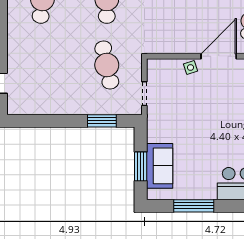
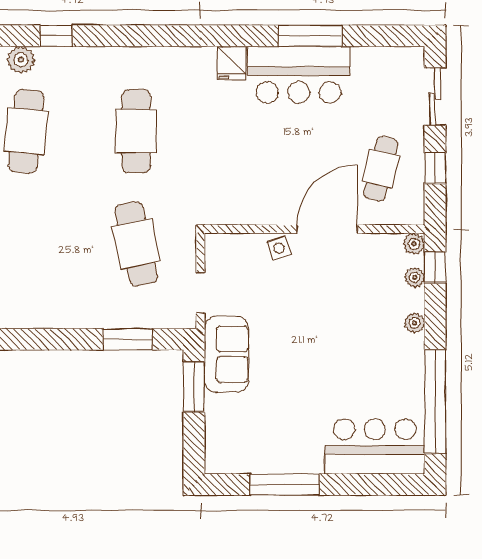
window: (141, 166) -> (194, 387), moved
sofa: (160, 166) -> (226, 354), moved

